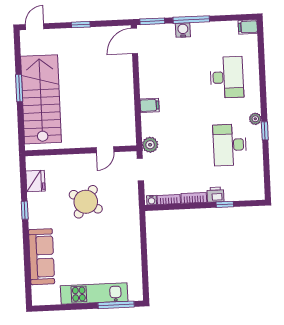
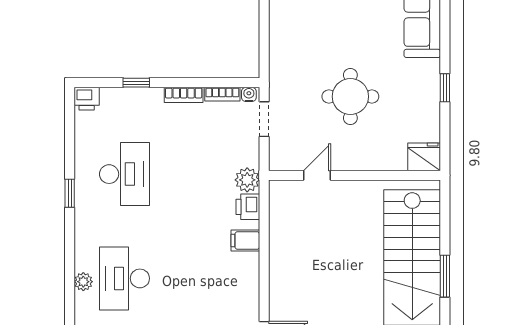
plant: (255, 119) -> (83, 282), moved
printer: (149, 127) -> (248, 207), added
doorway: (140, 170) -> (264, 119), moved
fridge: (35, 181) -> (424, 157), moved, turned 90
printer: (216, 195) -> (87, 99), moved
round table: (86, 202) -> (350, 97), turned -33

